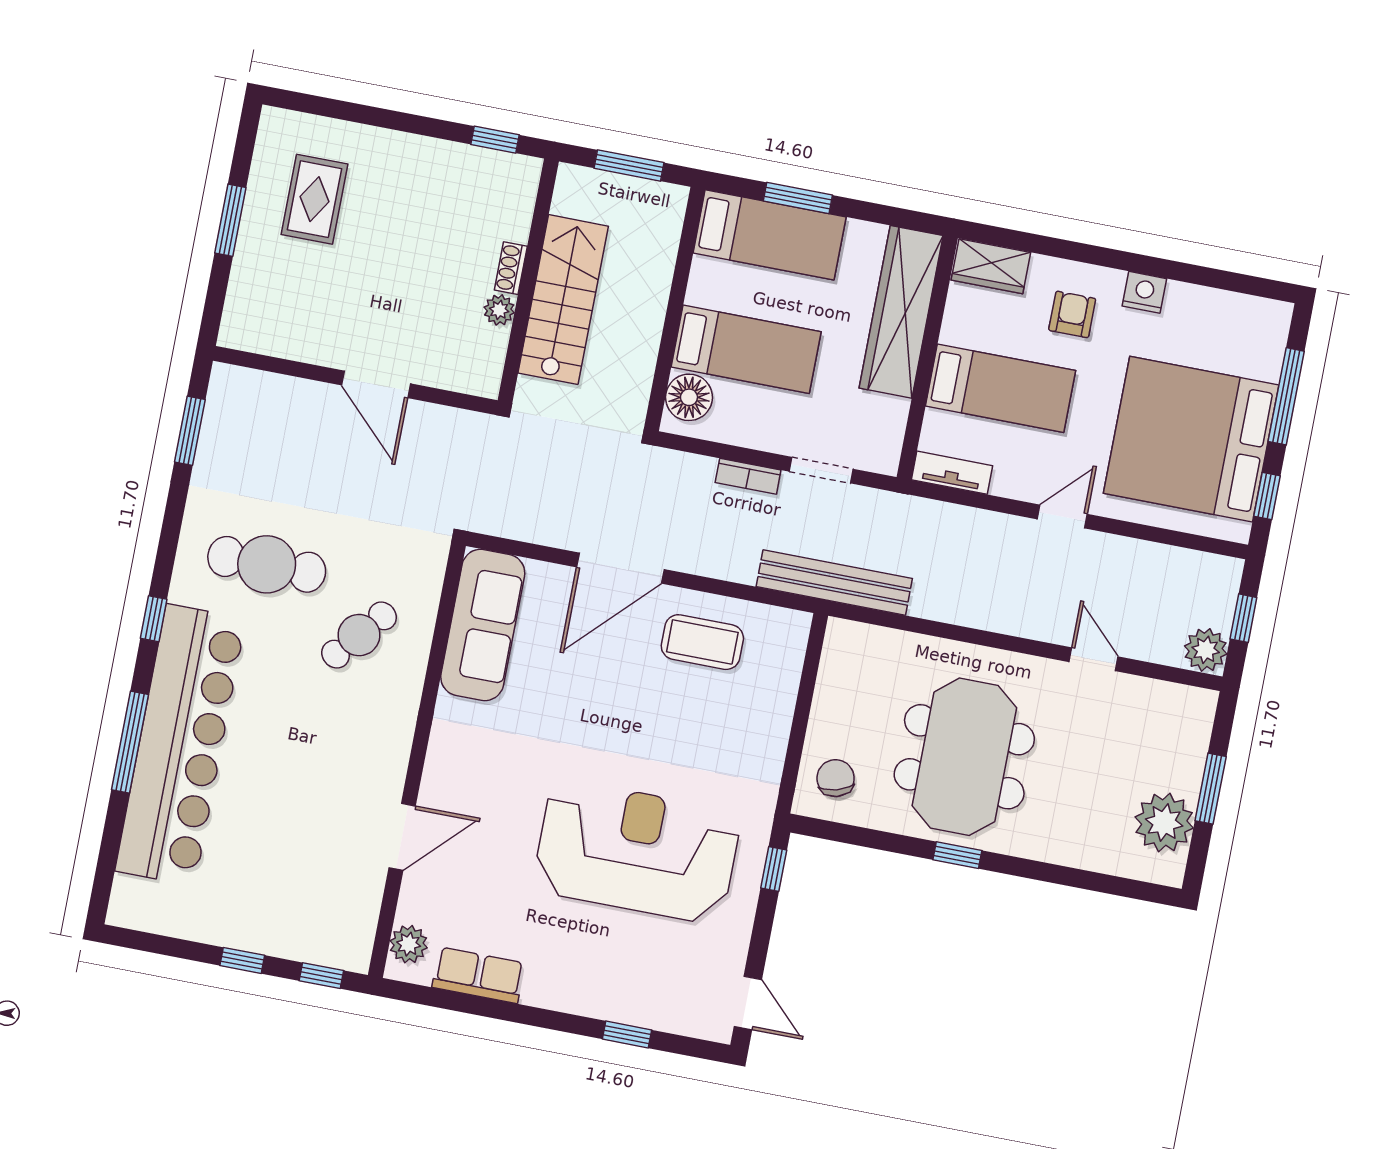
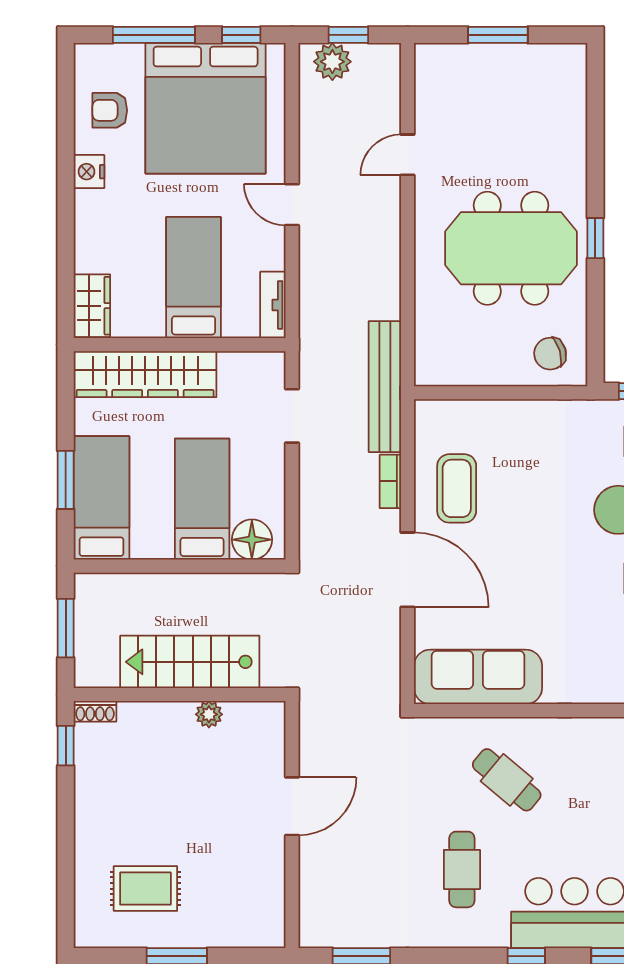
shoe rack: (511, 268) -> (95, 711), moved
armchair: (1072, 314) -> (110, 110), moved
bookcase: (748, 476) -> (390, 481), moved, turned 180
cafe table: (267, 564) -> (462, 869), width x0.73, depth x0.74
plant: (1206, 650) -> (332, 62), moved
plant: (1164, 823) -> (534, 69), removed

